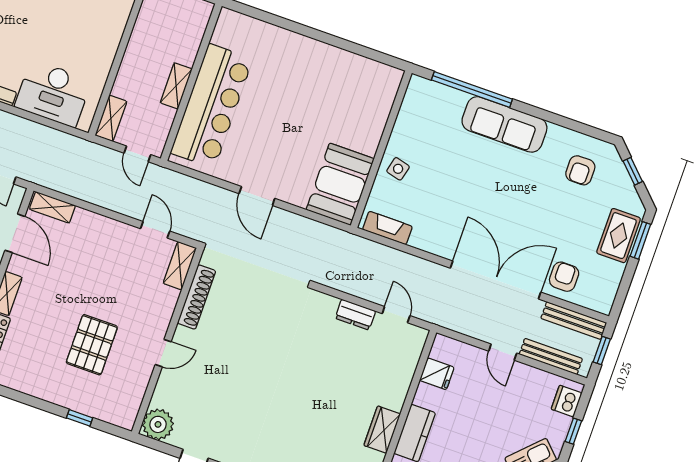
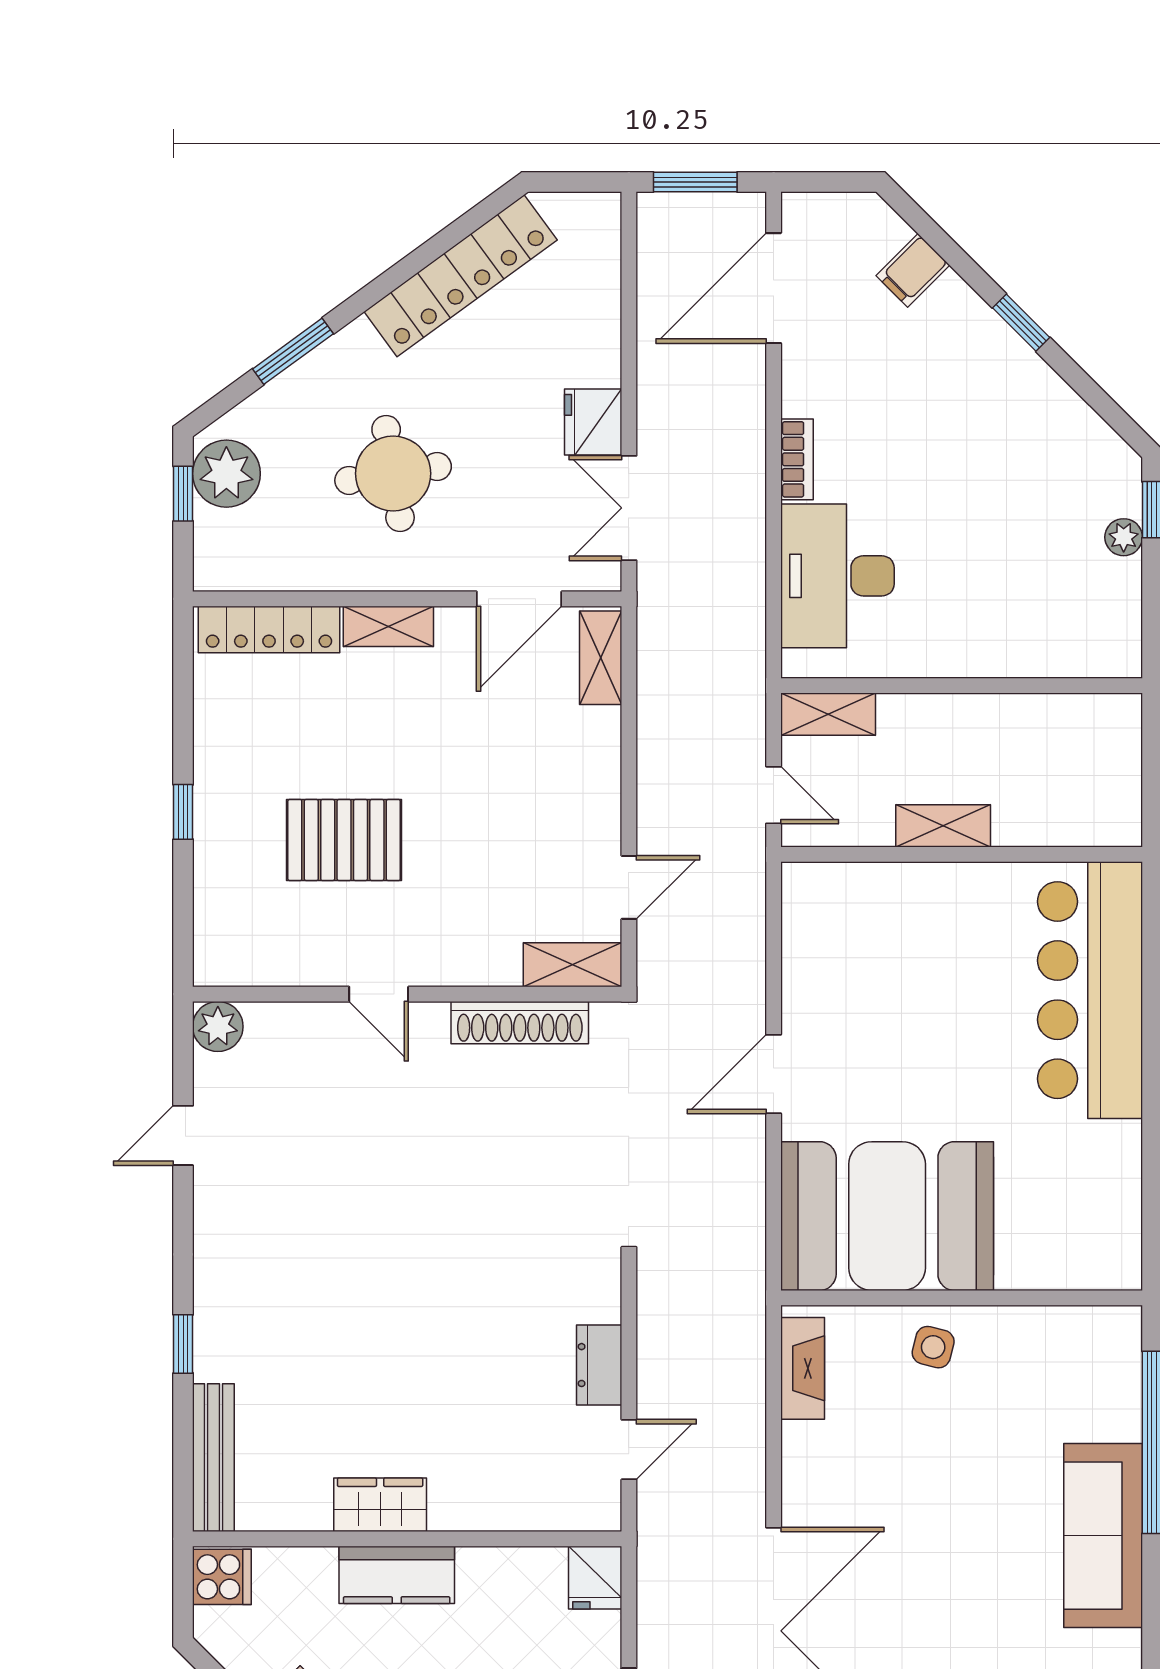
bar counter: (212, 106) -> (1090, 990), moved, turned 90
door: (137, 154) -> (774, 795), swing flipped
booth: (340, 184) -> (887, 1216), width x1.36, depth x1.42
fridge: (437, 374) -> (595, 1578), moved
window: (80, 418) -> (183, 812), moved
plant: (158, 424) -> (218, 1027), width x0.73, depth x0.73

